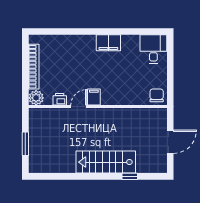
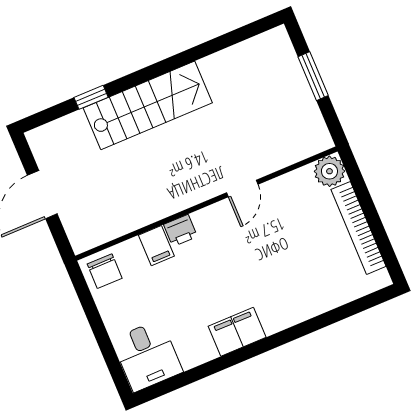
filing cabinet: (94, 97) -> (156, 246), moved
printer: (60, 99) -> (180, 231), moved

